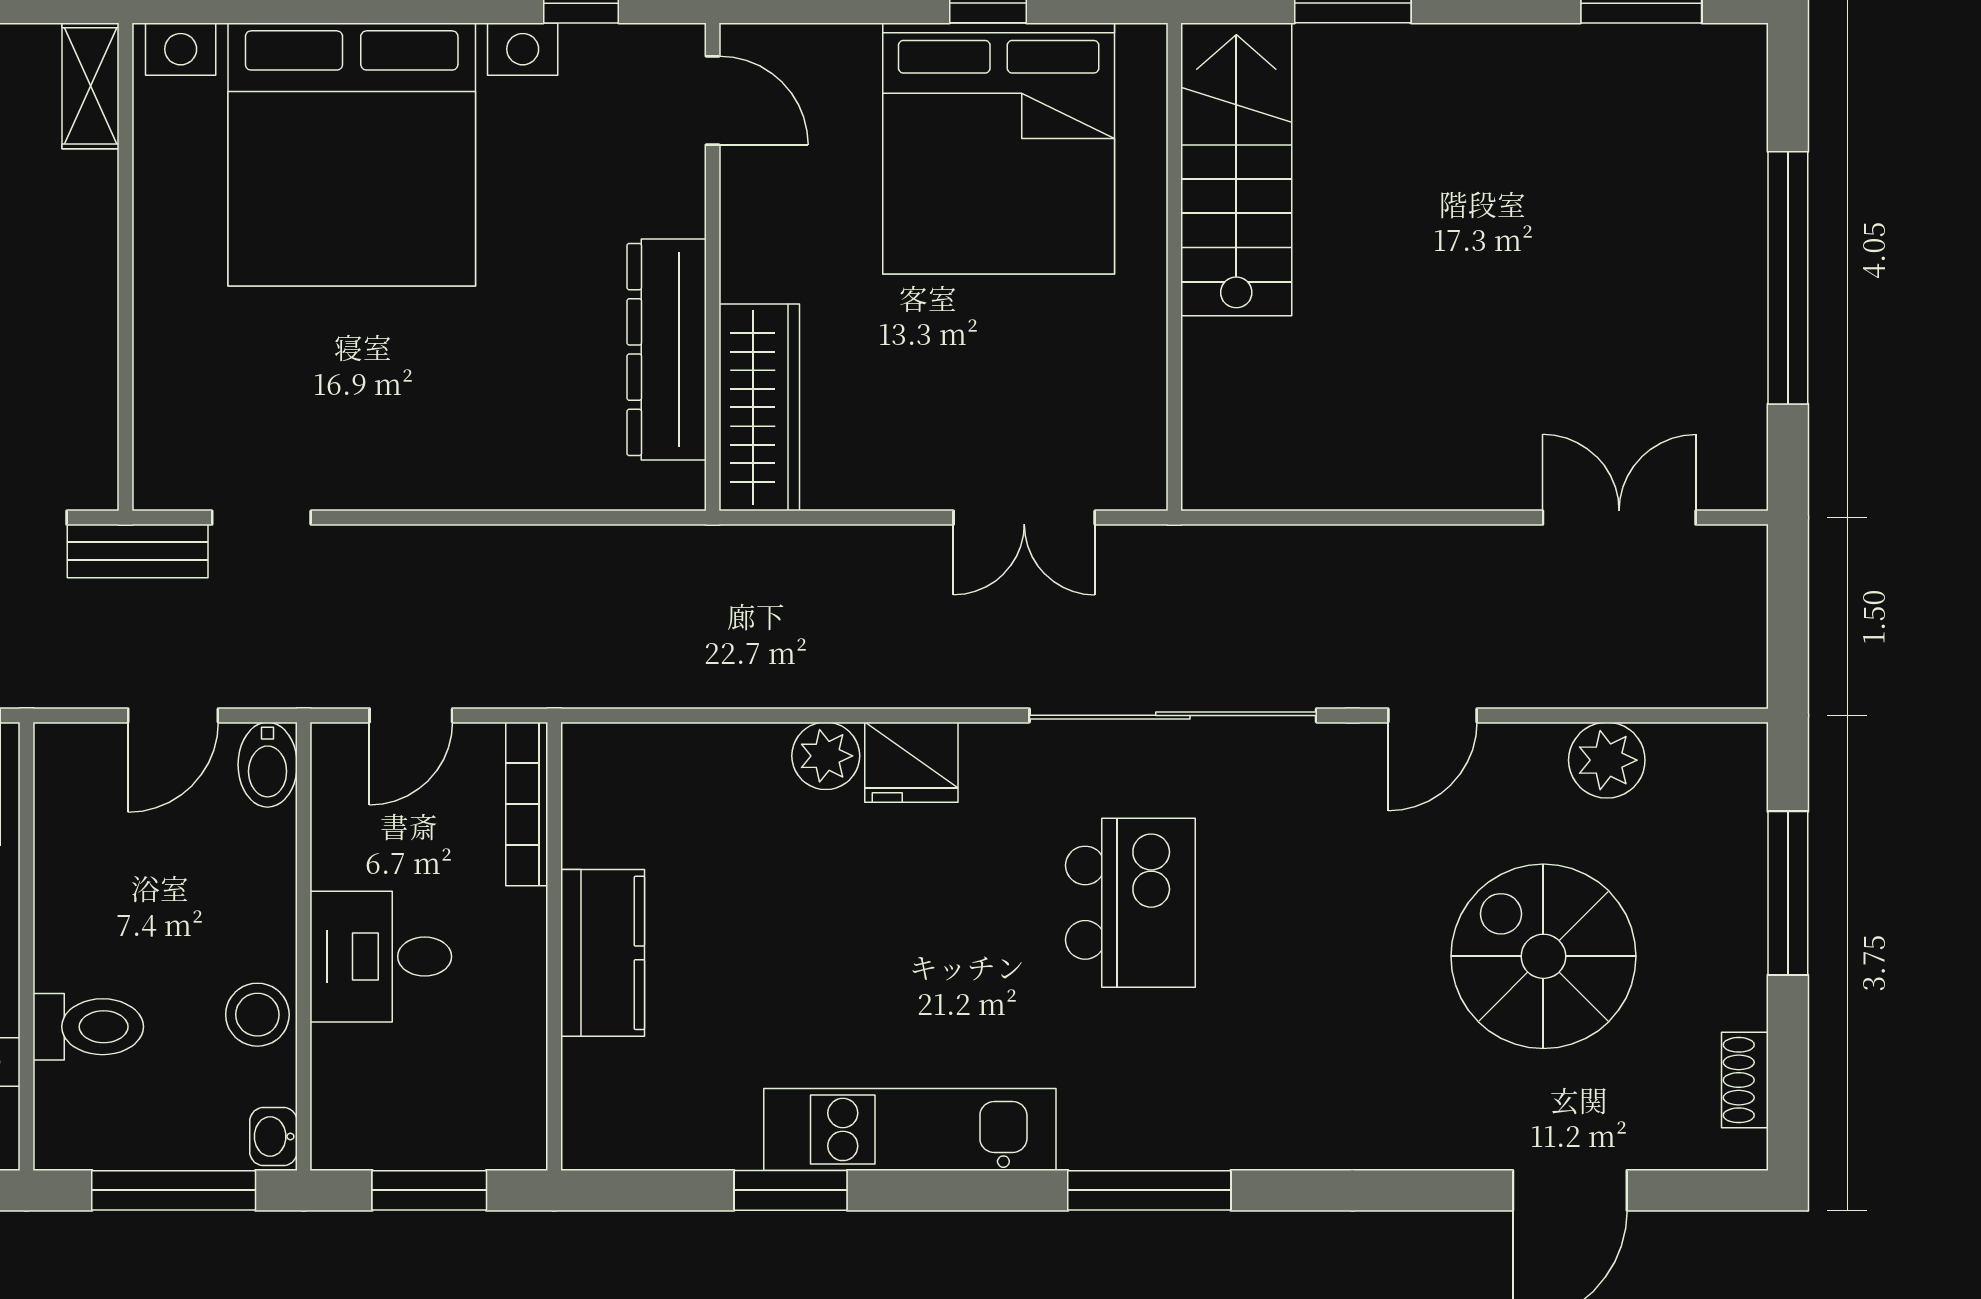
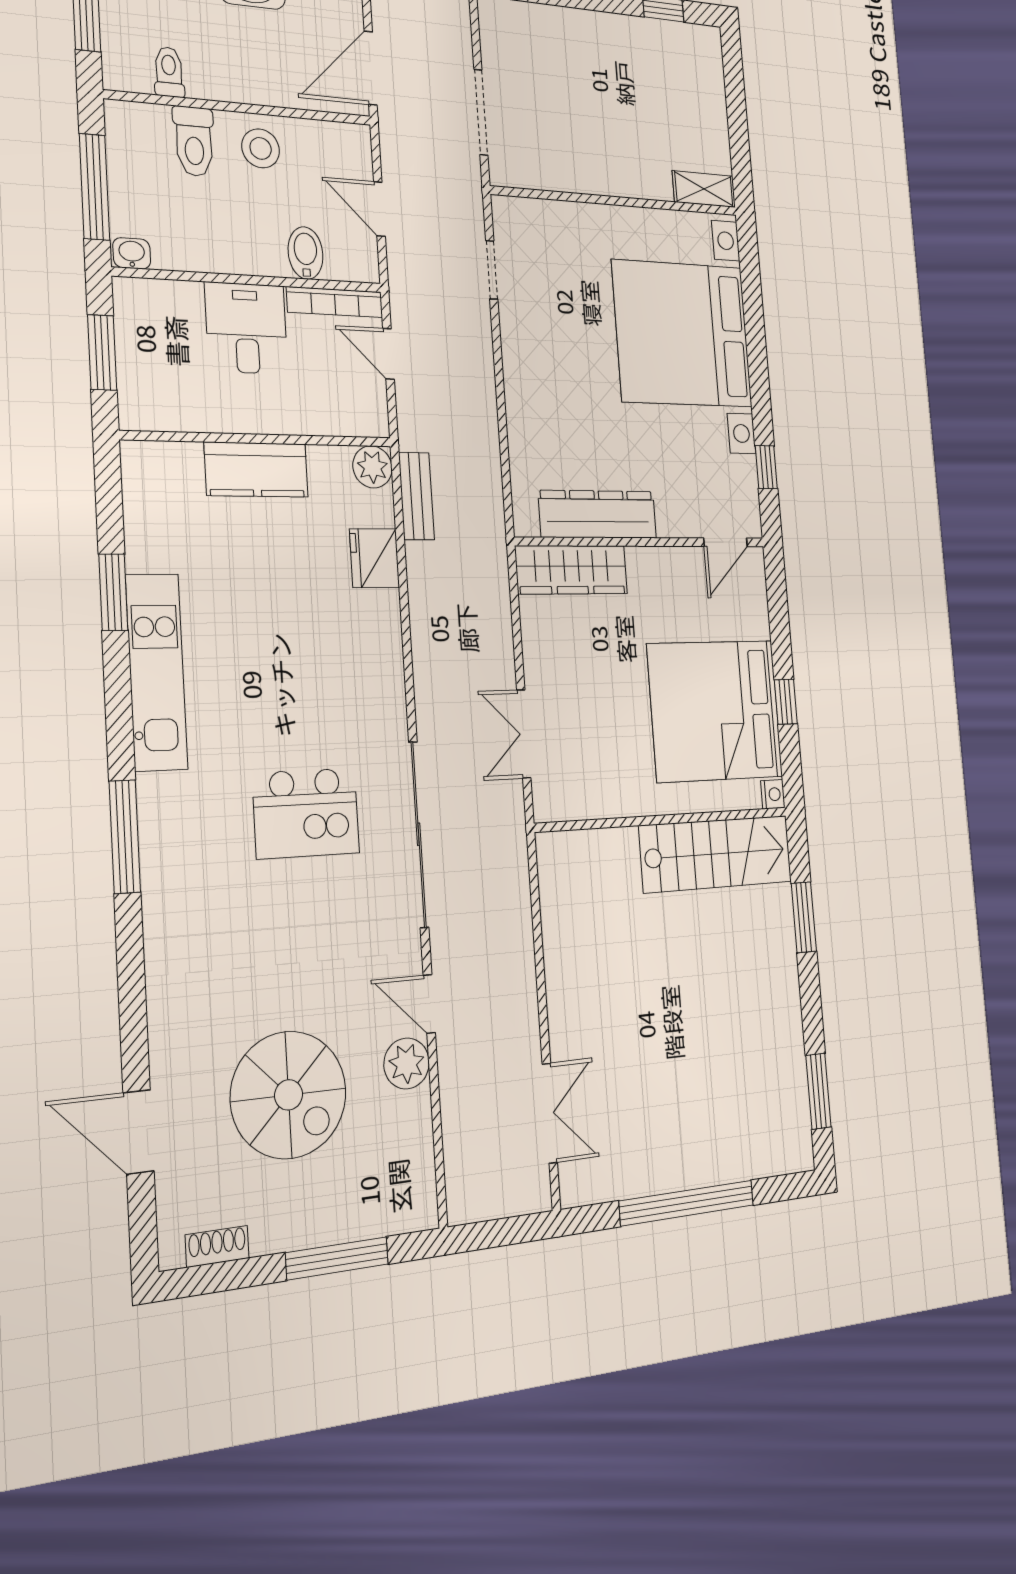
nightstand: (1144, 46) -> (773, 794), added
bench: (138, 551) -> (416, 496), moved
plant: (826, 756) -> (372, 467), moved
plant: (1607, 760) -> (407, 1063), moved
fridge: (911, 762) -> (374, 558), moved
bidet: (268, 765) -> (306, 253), moved, turned 90
bookcase: (527, 804) -> (335, 302), moved, turned 180
spiral stairs: (1543, 956) -> (289, 1095), turned 90
stool: (257, 1015) -> (261, 148), moved

